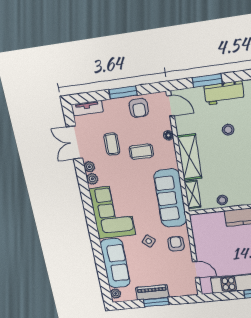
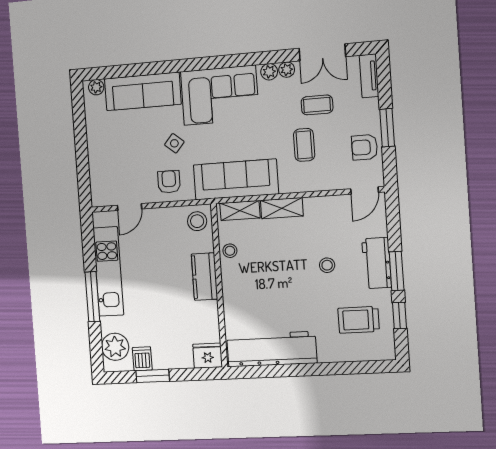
window: (207, 81) -> (397, 271), moved
floor lamp: (168, 135) -> (324, 184), removed
double door: (75, 143) -> (322, 52), swing flipped
shelving: (189, 157) -> (282, 208), width x0.67, depth x0.75
stool: (202, 224) -> (197, 221), added
armchair: (176, 244) -> (169, 182), turned -90
piano: (152, 292) -> (97, 141), removed
window: (156, 302) -> (81, 146), removed

